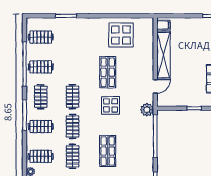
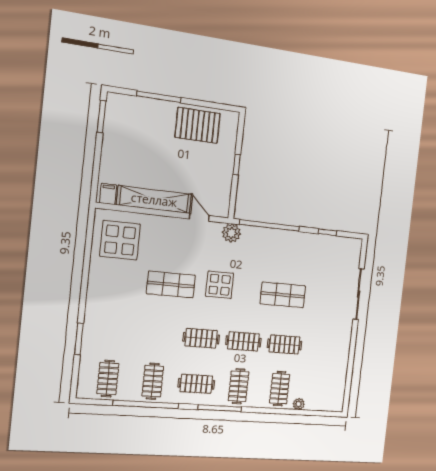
display table: (121, 35) -> (120, 240), moved

